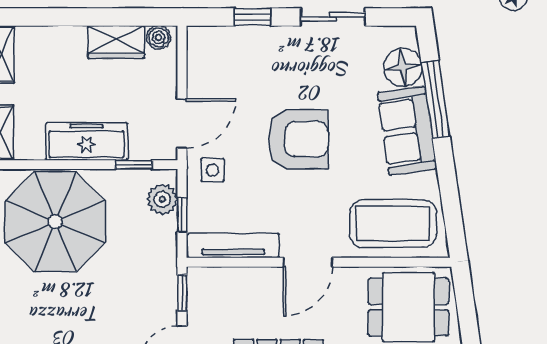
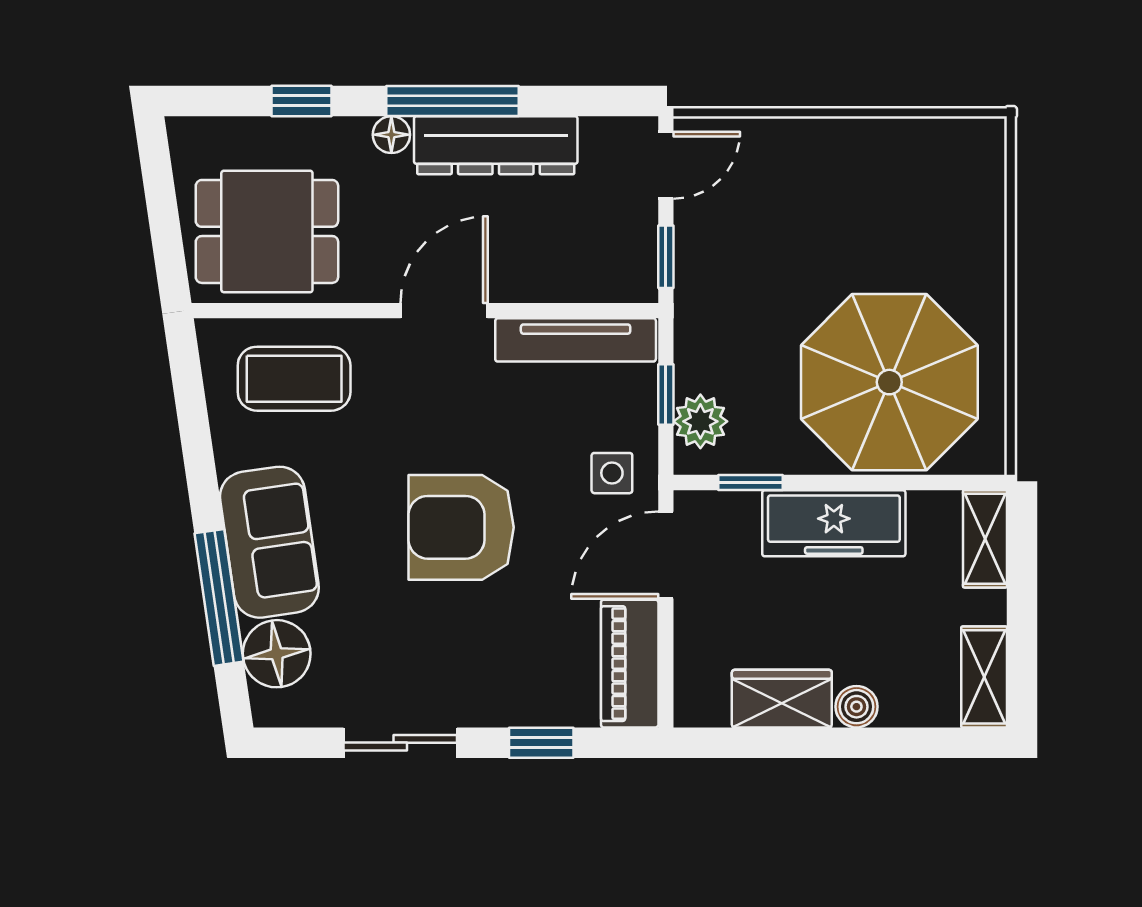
boiler: (159, 37) -> (856, 707), moved
piano: (202, 62) -> (630, 664), added
coffee table: (393, 224) -> (294, 379), width x0.73, depth x0.76

